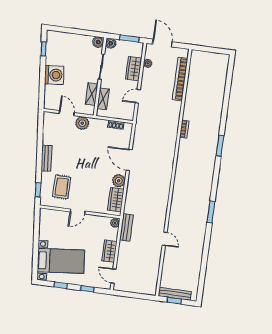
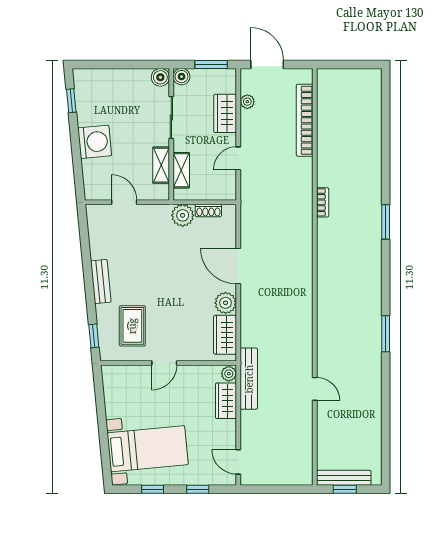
plant: (82, 123) -> (183, 215), moved
bench: (126, 228) -> (249, 379), width x1.36
wardrobe: (109, 251) -> (226, 401), moved

